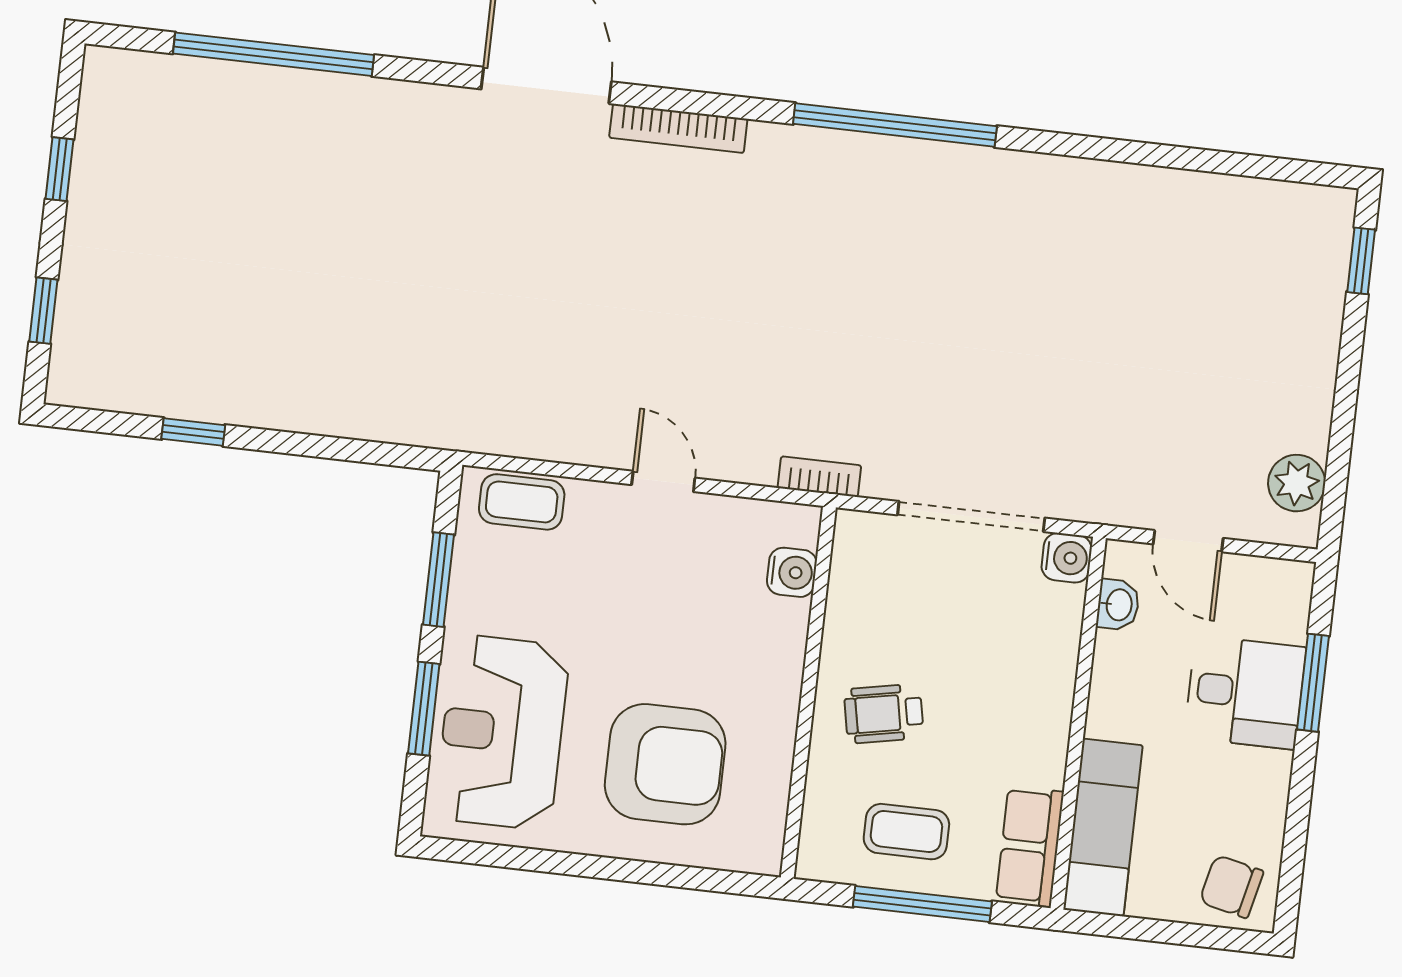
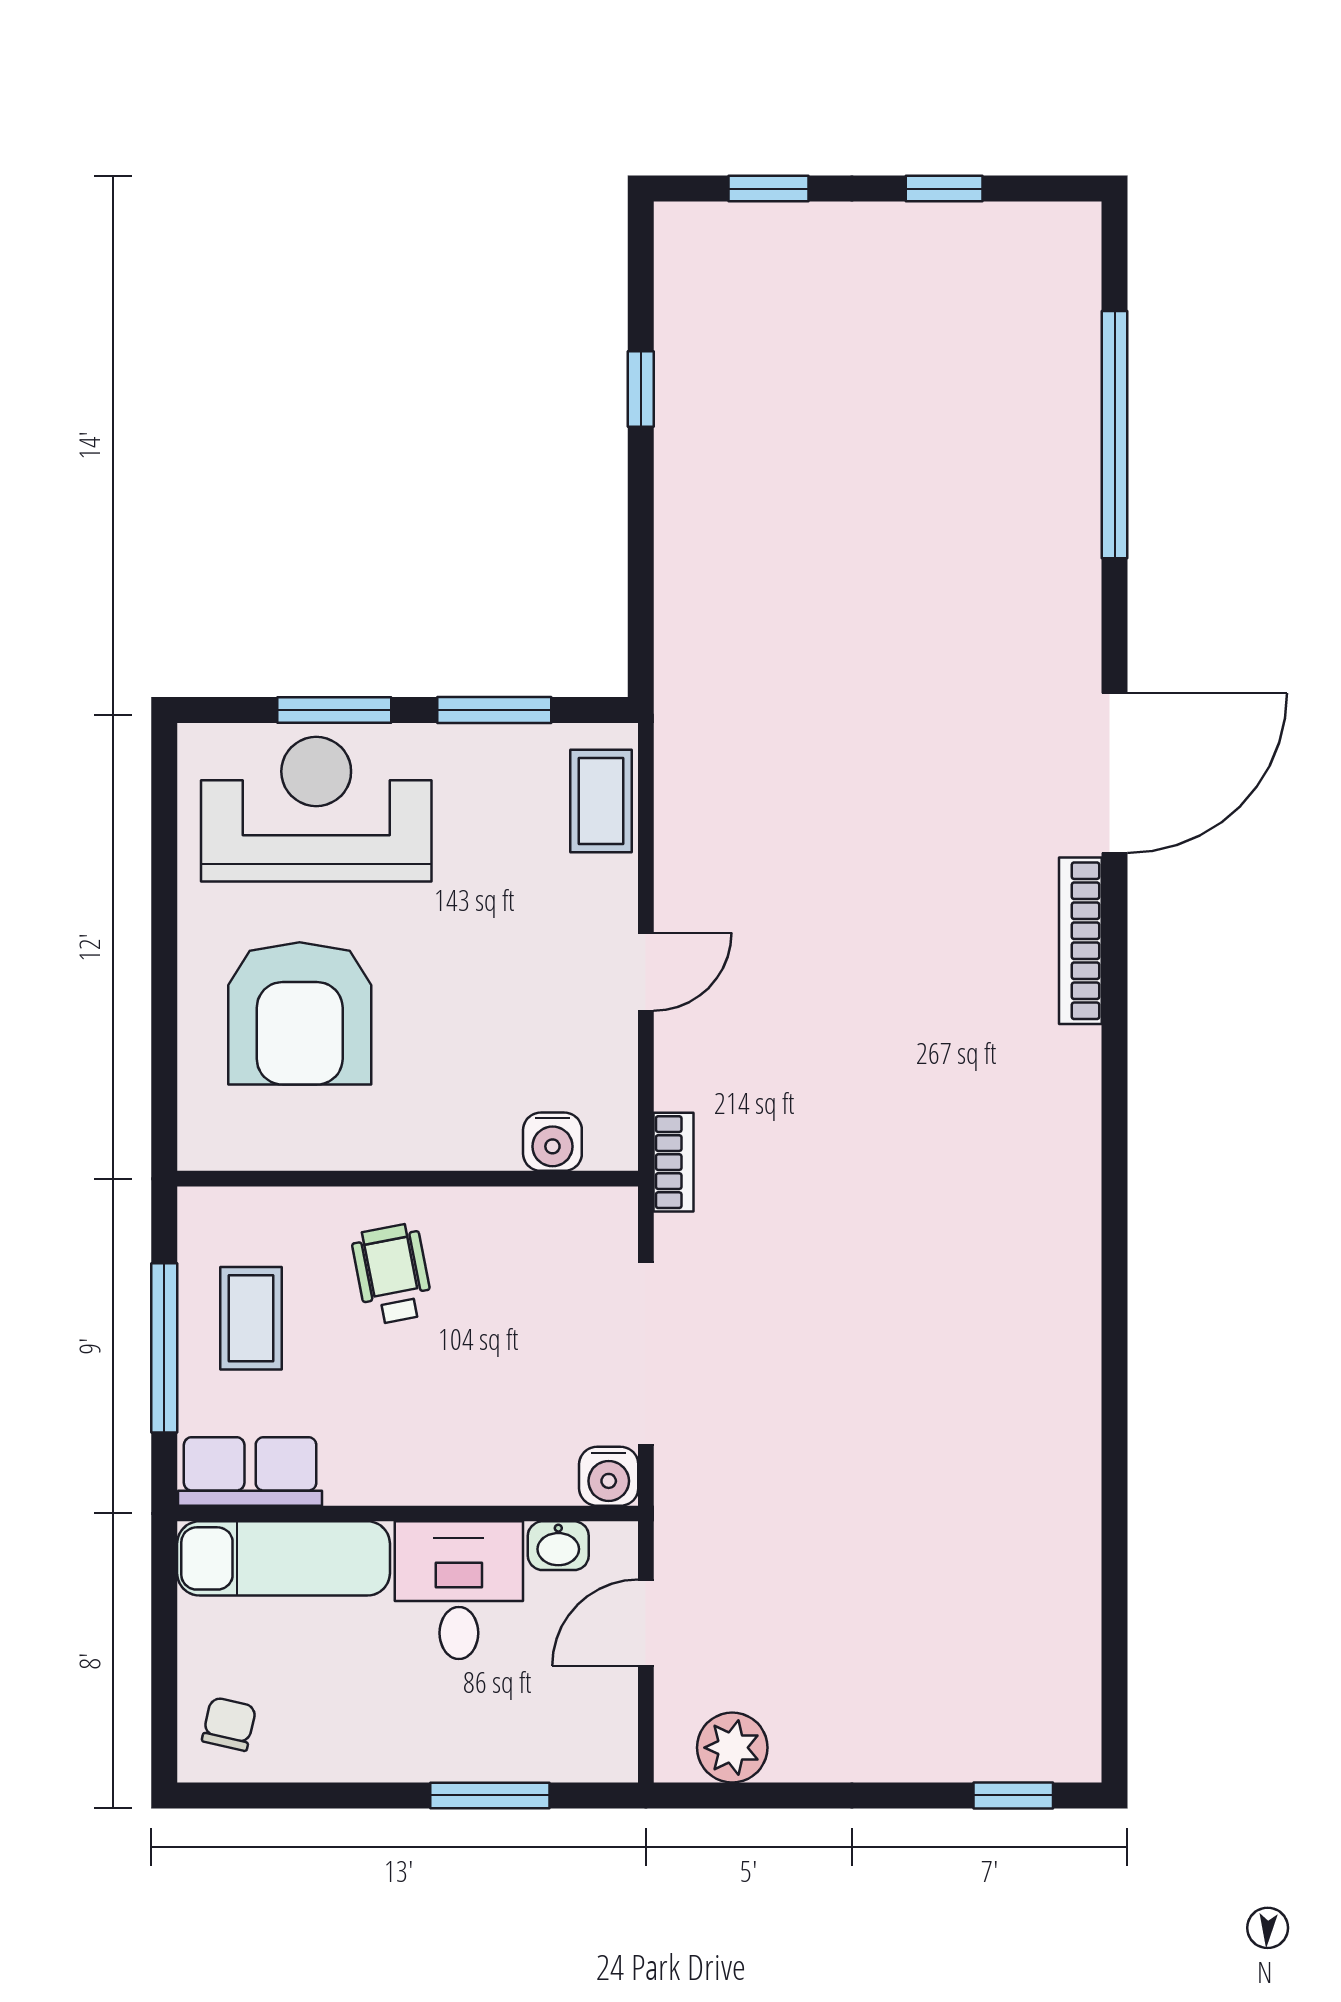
window: (895, 125) -> (1115, 1206), removed
desk: (1245, 692) -> (459, 1590), moved, turned 180
chair: (1231, 886) -> (229, 1724), width x0.73, depth x0.73

